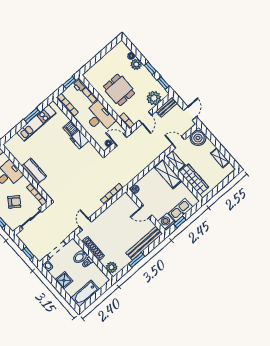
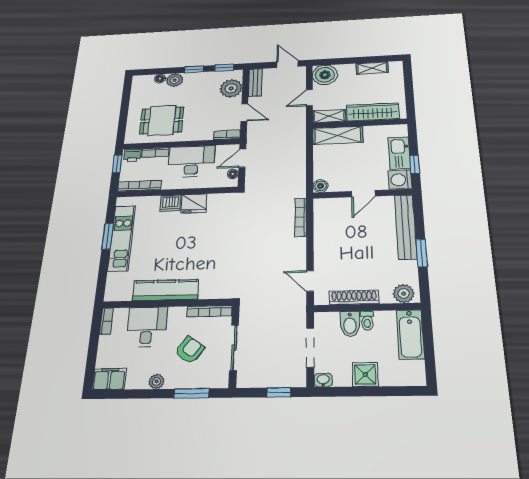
dining table: (119, 90) -> (162, 120), moved
kitchen counter: (34, 171) -> (166, 290), width x1.50
bathtub: (85, 293) -> (410, 334), moved

